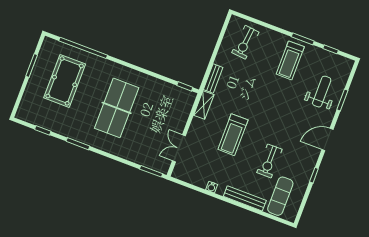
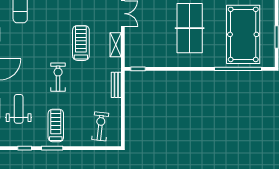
pool table: (65, 81) -> (243, 34), width x1.36, depth x1.32
weight bench: (322, 92) -> (19, 109), turned 180
shelving: (204, 105) -> (116, 45), moved
exercise bike: (269, 161) -> (58, 77), moved

